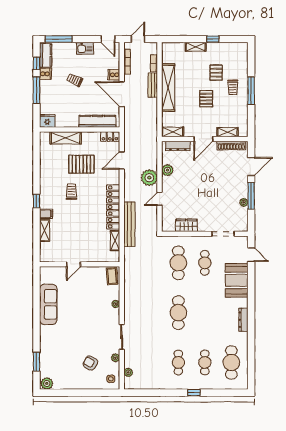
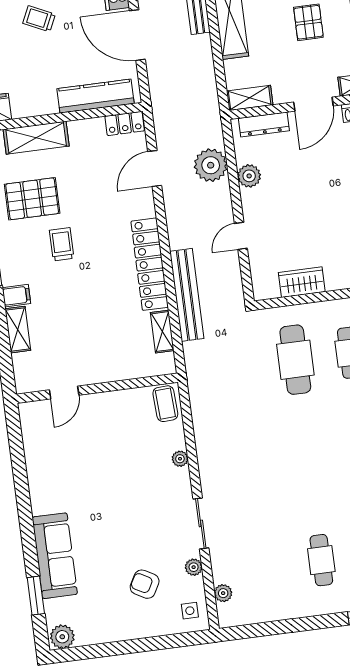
pallet: (81, 164) -> (32, 199), moved
plant: (149, 178) -> (211, 165), moved
door: (73, 264) -> (64, 393), moved
sofa: (48, 304) -> (55, 556), moved
cafe table: (178, 313) -> (308, 460), removed

